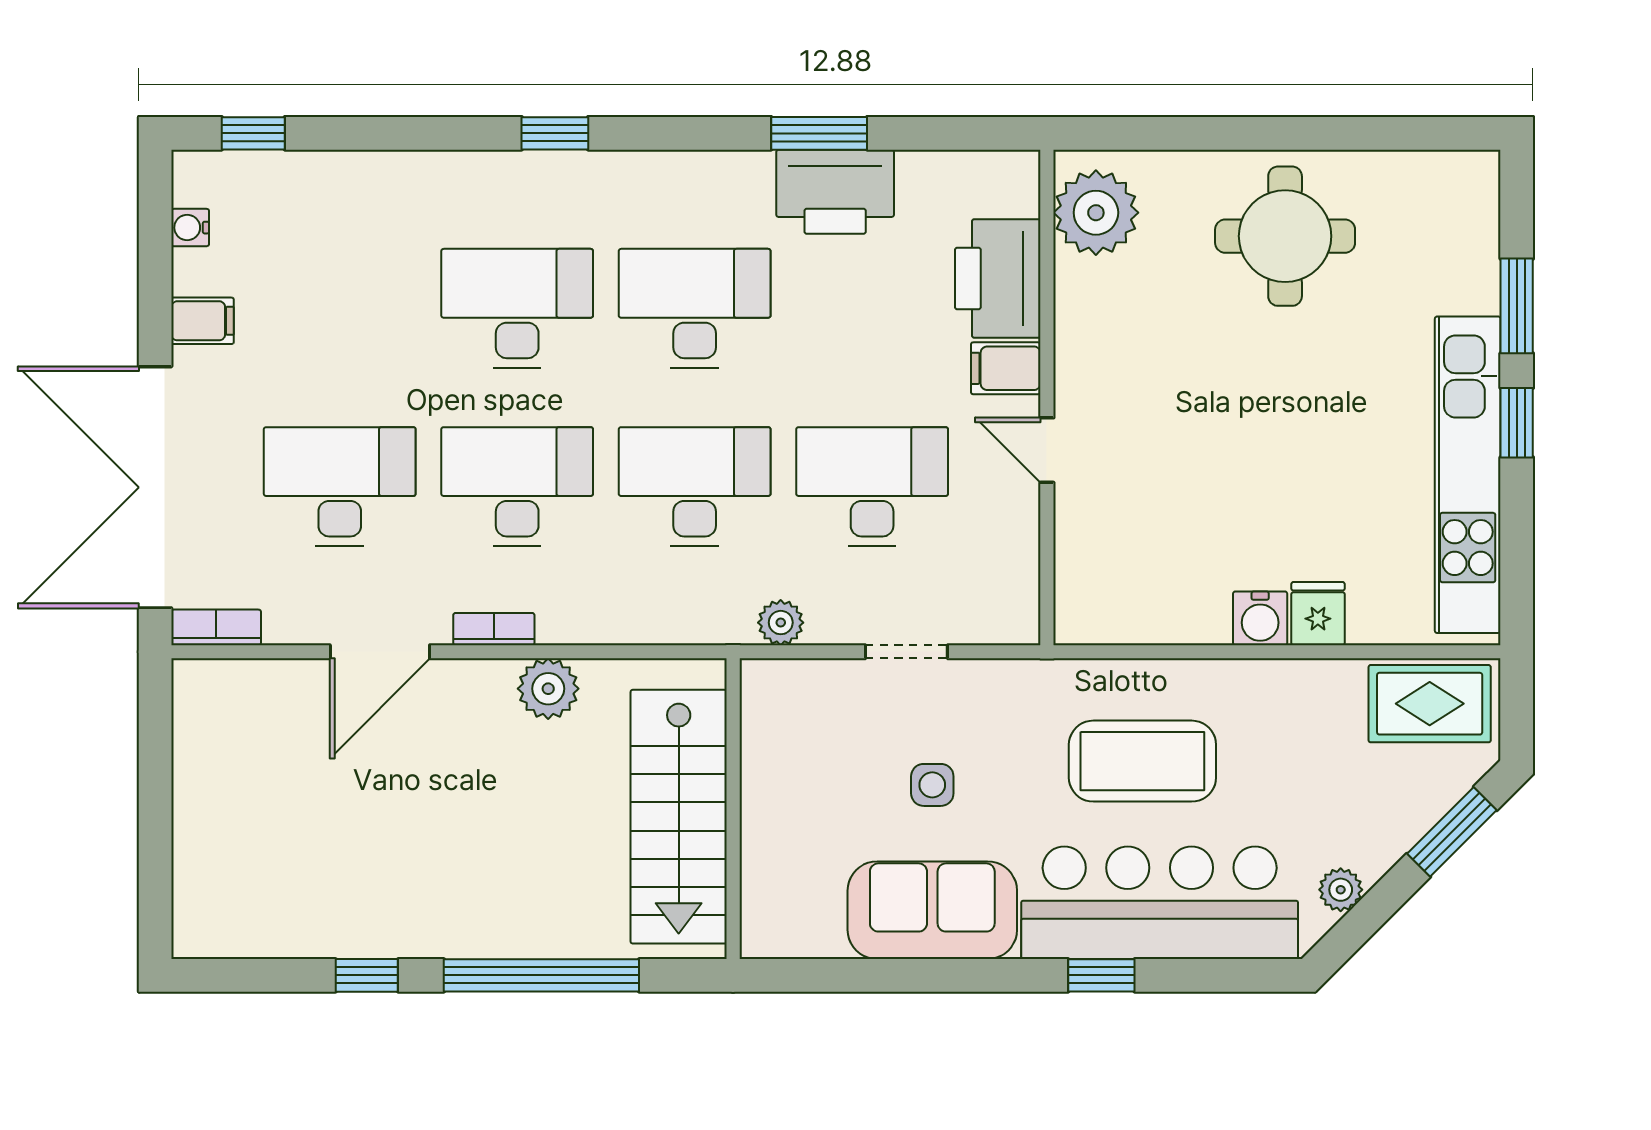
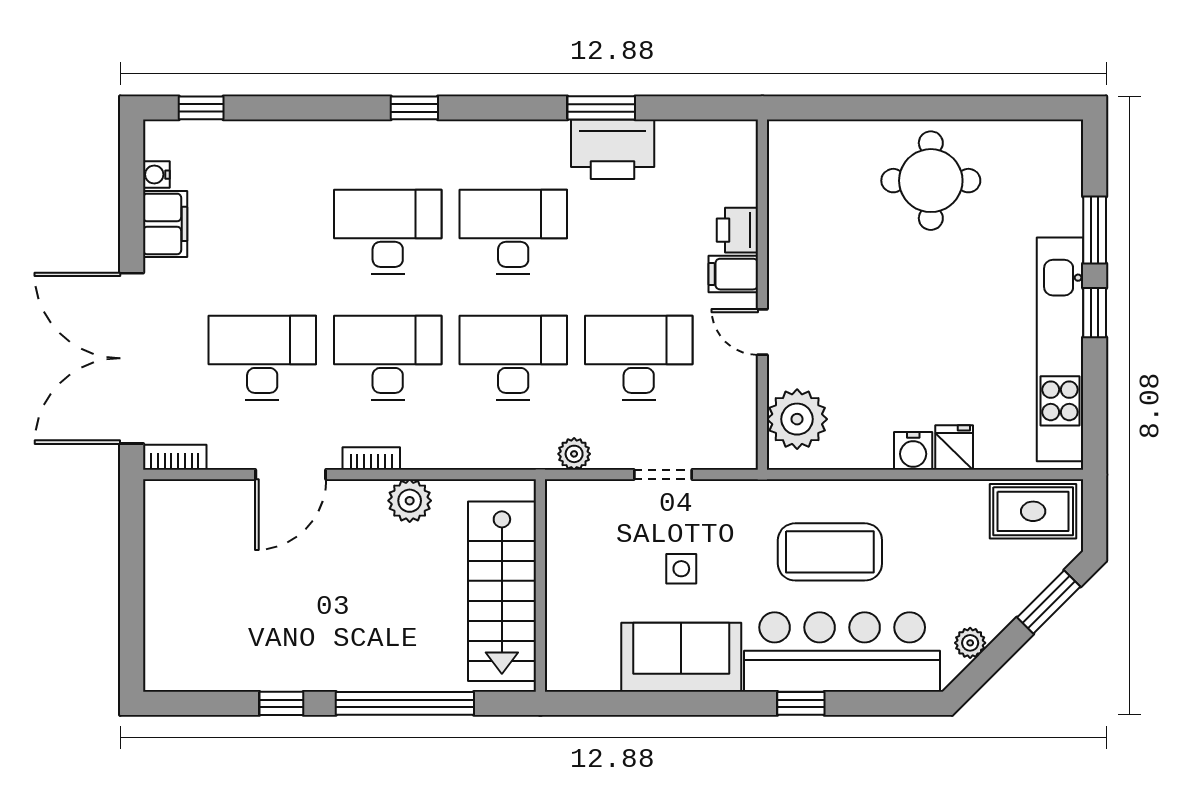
plant: (1096, 213) -> (797, 419), moved
printer: (998, 278) -> (737, 230), width x0.53, depth x0.68
filing cabinet: (203, 321) -> (165, 224), width x2.00

